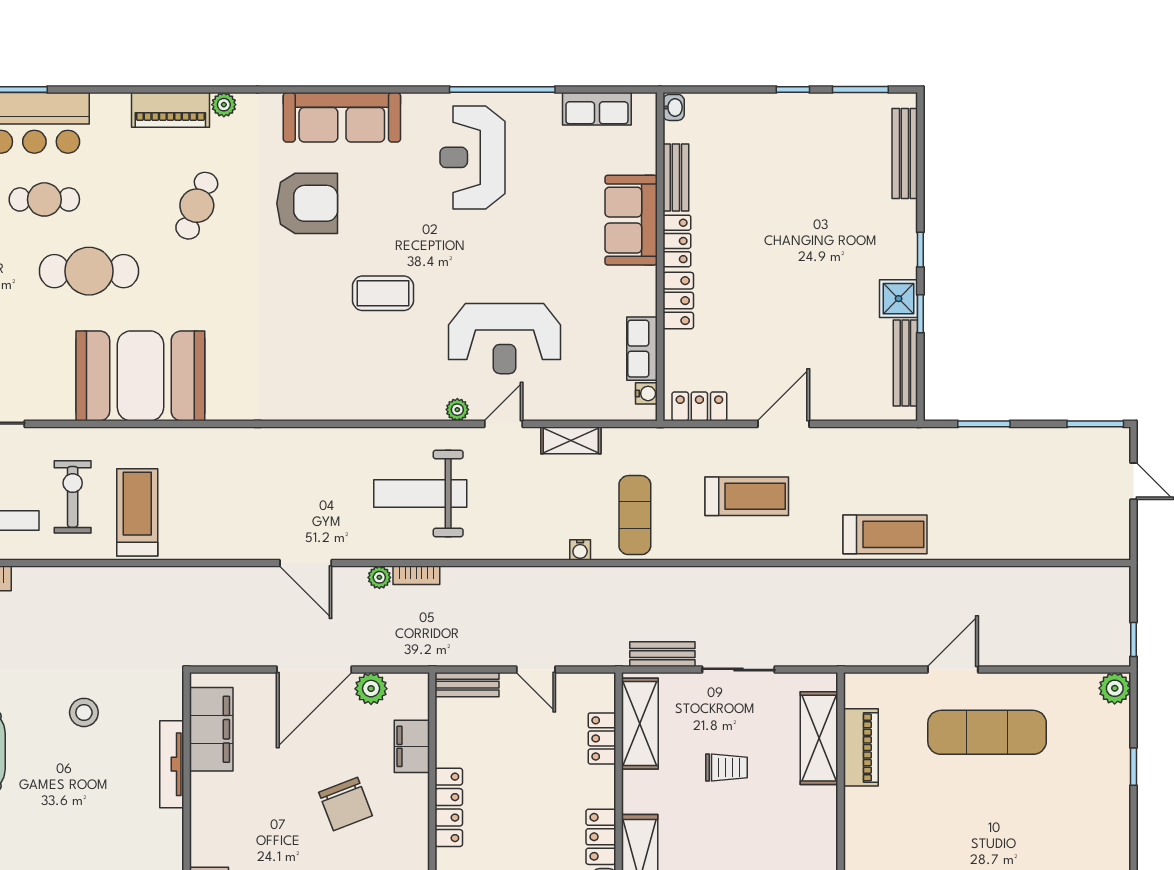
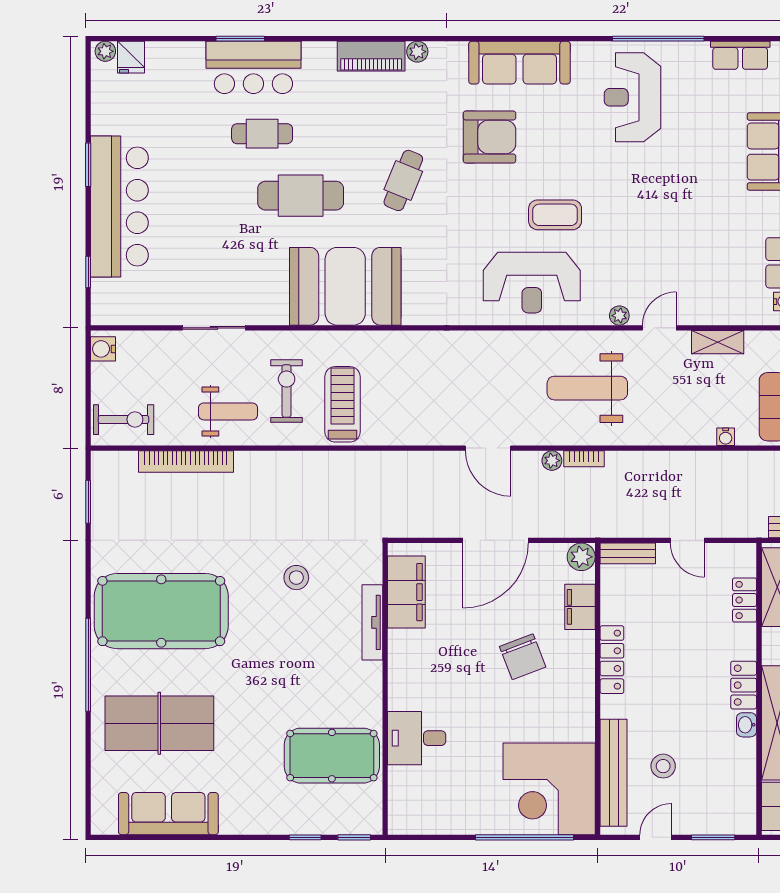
cafe table: (197, 206) -> (403, 180), moved
reception desk: (505, 339) -> (532, 283), moved
plant: (371, 689) -> (581, 557), moved

